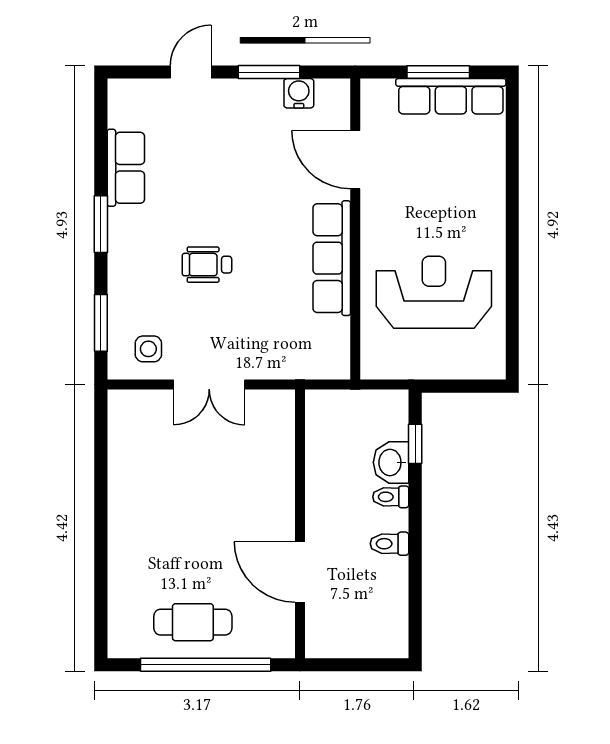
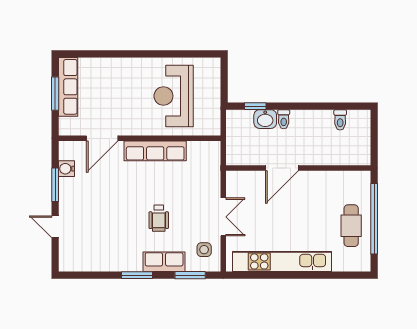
row of seats: (126, 168) -> (164, 262), moved
kitchen unit: (126, 494) -> (282, 261), added
toilet: (389, 544) -> (340, 120), moved
door: (300, 572) -> (282, 168), moved

